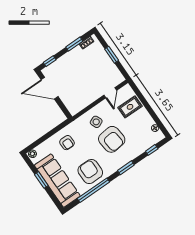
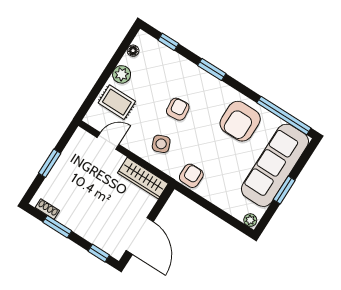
wardrobe: (81, 104) -> (143, 178), added
plant: (144, 116) -> (122, 74), added
armchair: (112, 139) -> (178, 109), width x0.53, depth x0.53
armchair: (67, 143) -> (191, 176), moved
window: (93, 190) -> (284, 115), moved

